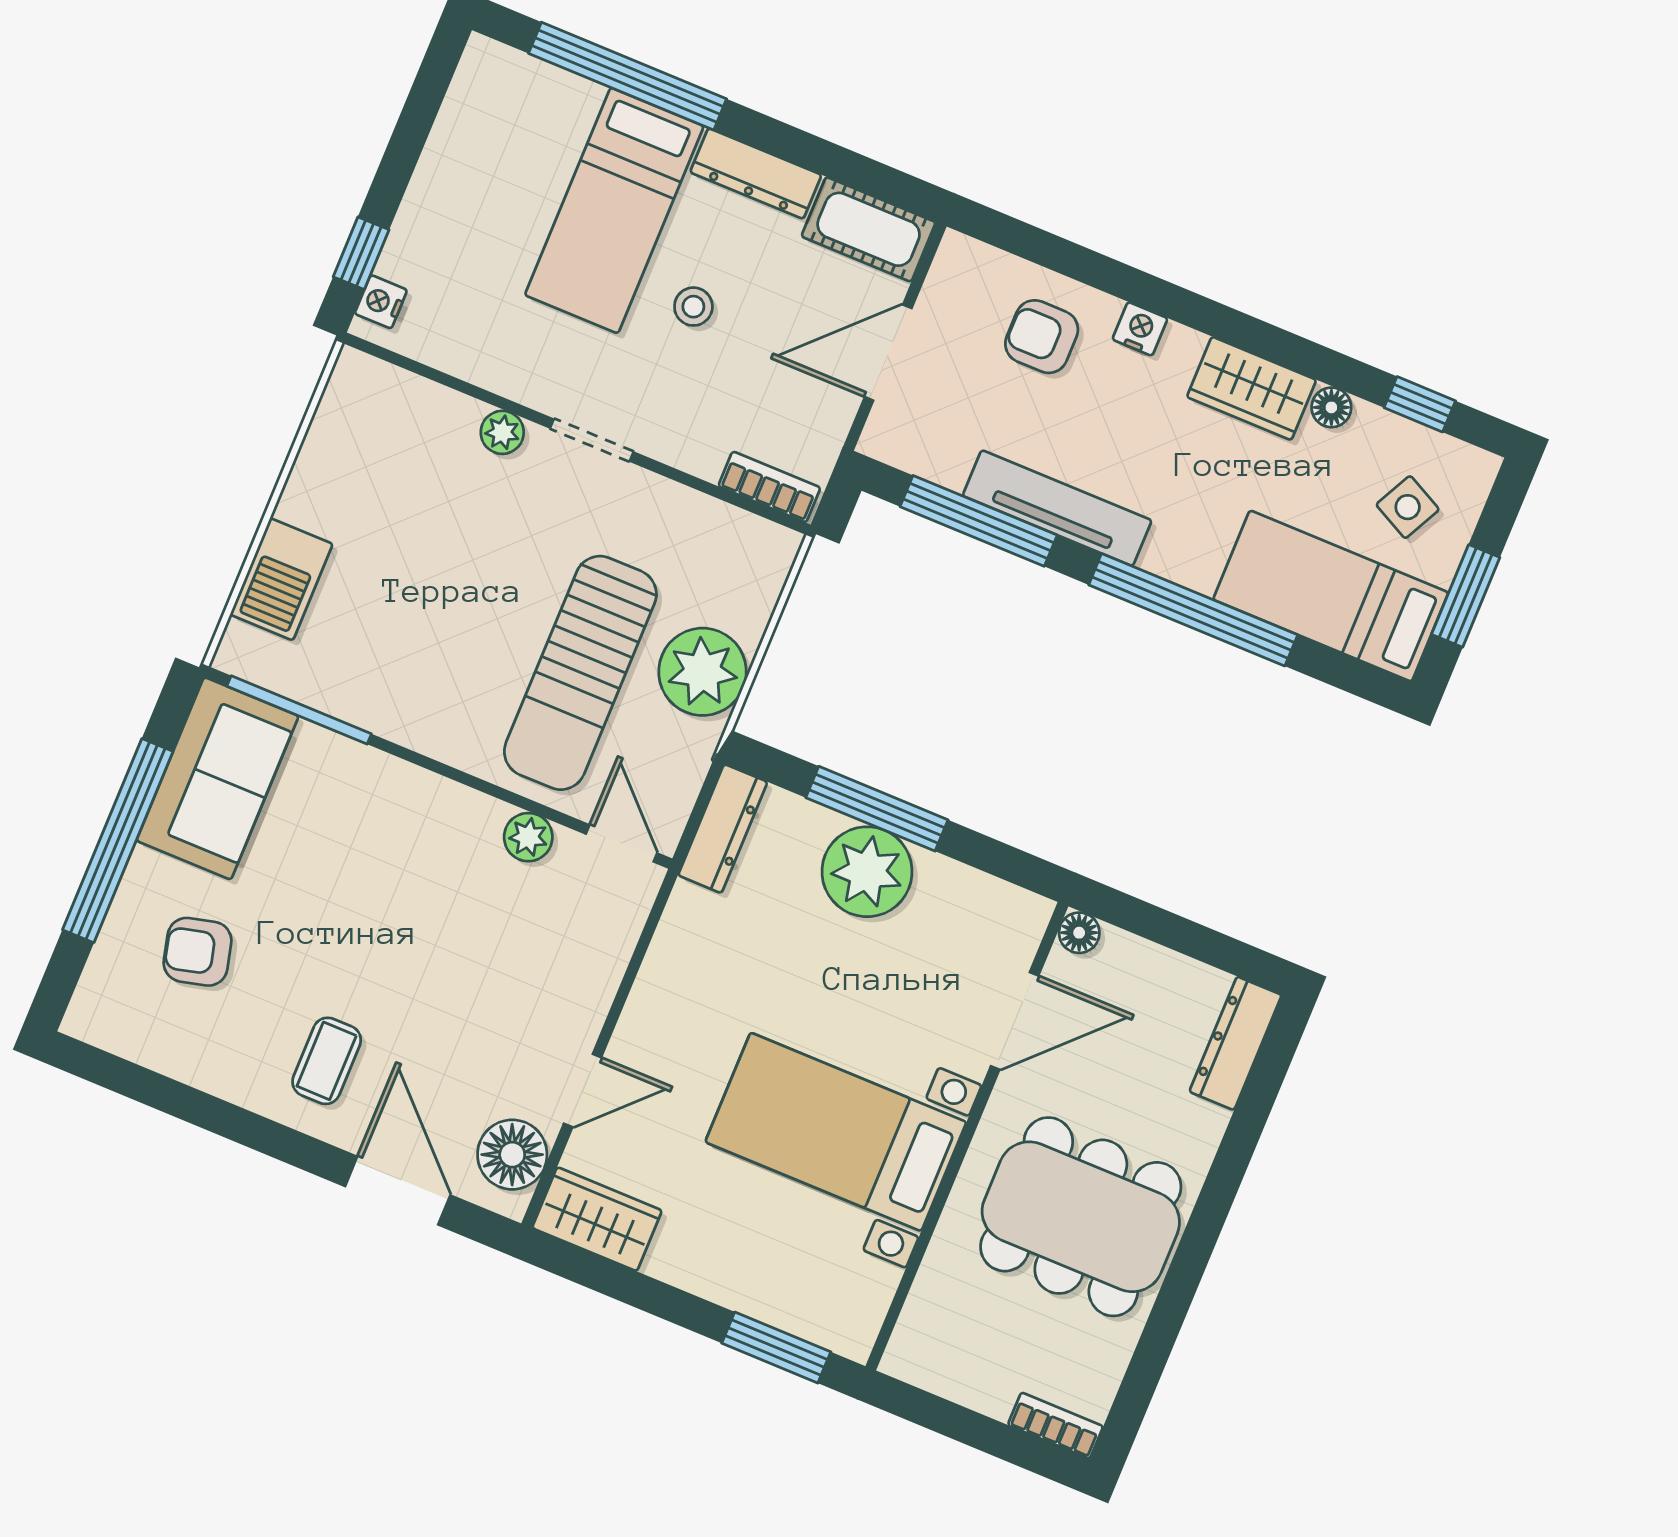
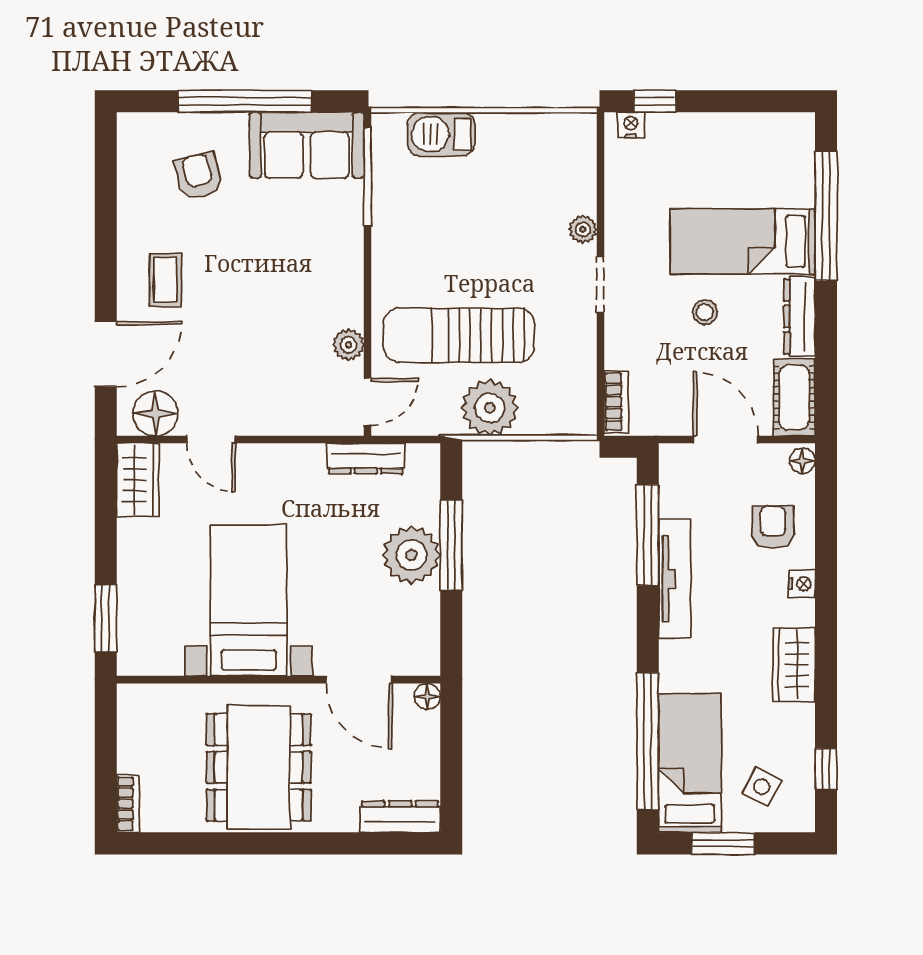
floor lamp: (1331, 407) -> (802, 461), moved
window: (1193, 610) -> (648, 741), moved
dresser: (723, 829) -> (366, 458), moved
coffee table: (327, 1061) -> (165, 280), turned 90

